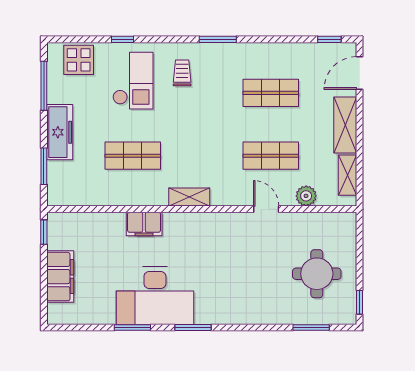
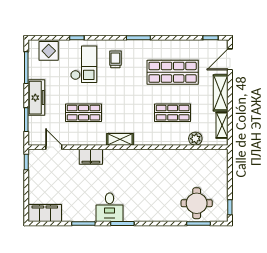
shop shelf: (271, 93) -> (173, 72), width x1.43, depth x1.36
door: (266, 209) -> (54, 147), moved
round table: (317, 274) -> (197, 203), moved
filing cabinet: (60, 277) -> (45, 213), moved, turned -90
desk: (155, 296) -> (110, 207), width x0.53, depth x0.77

